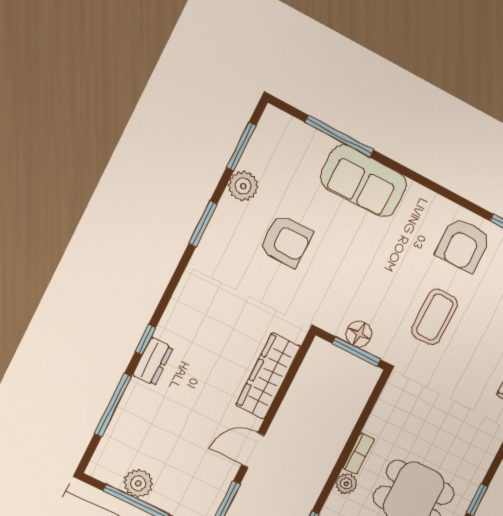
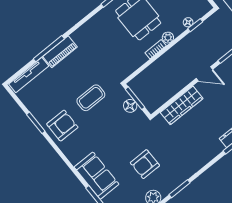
armchair: (286, 241) -> (145, 164), turned -90

